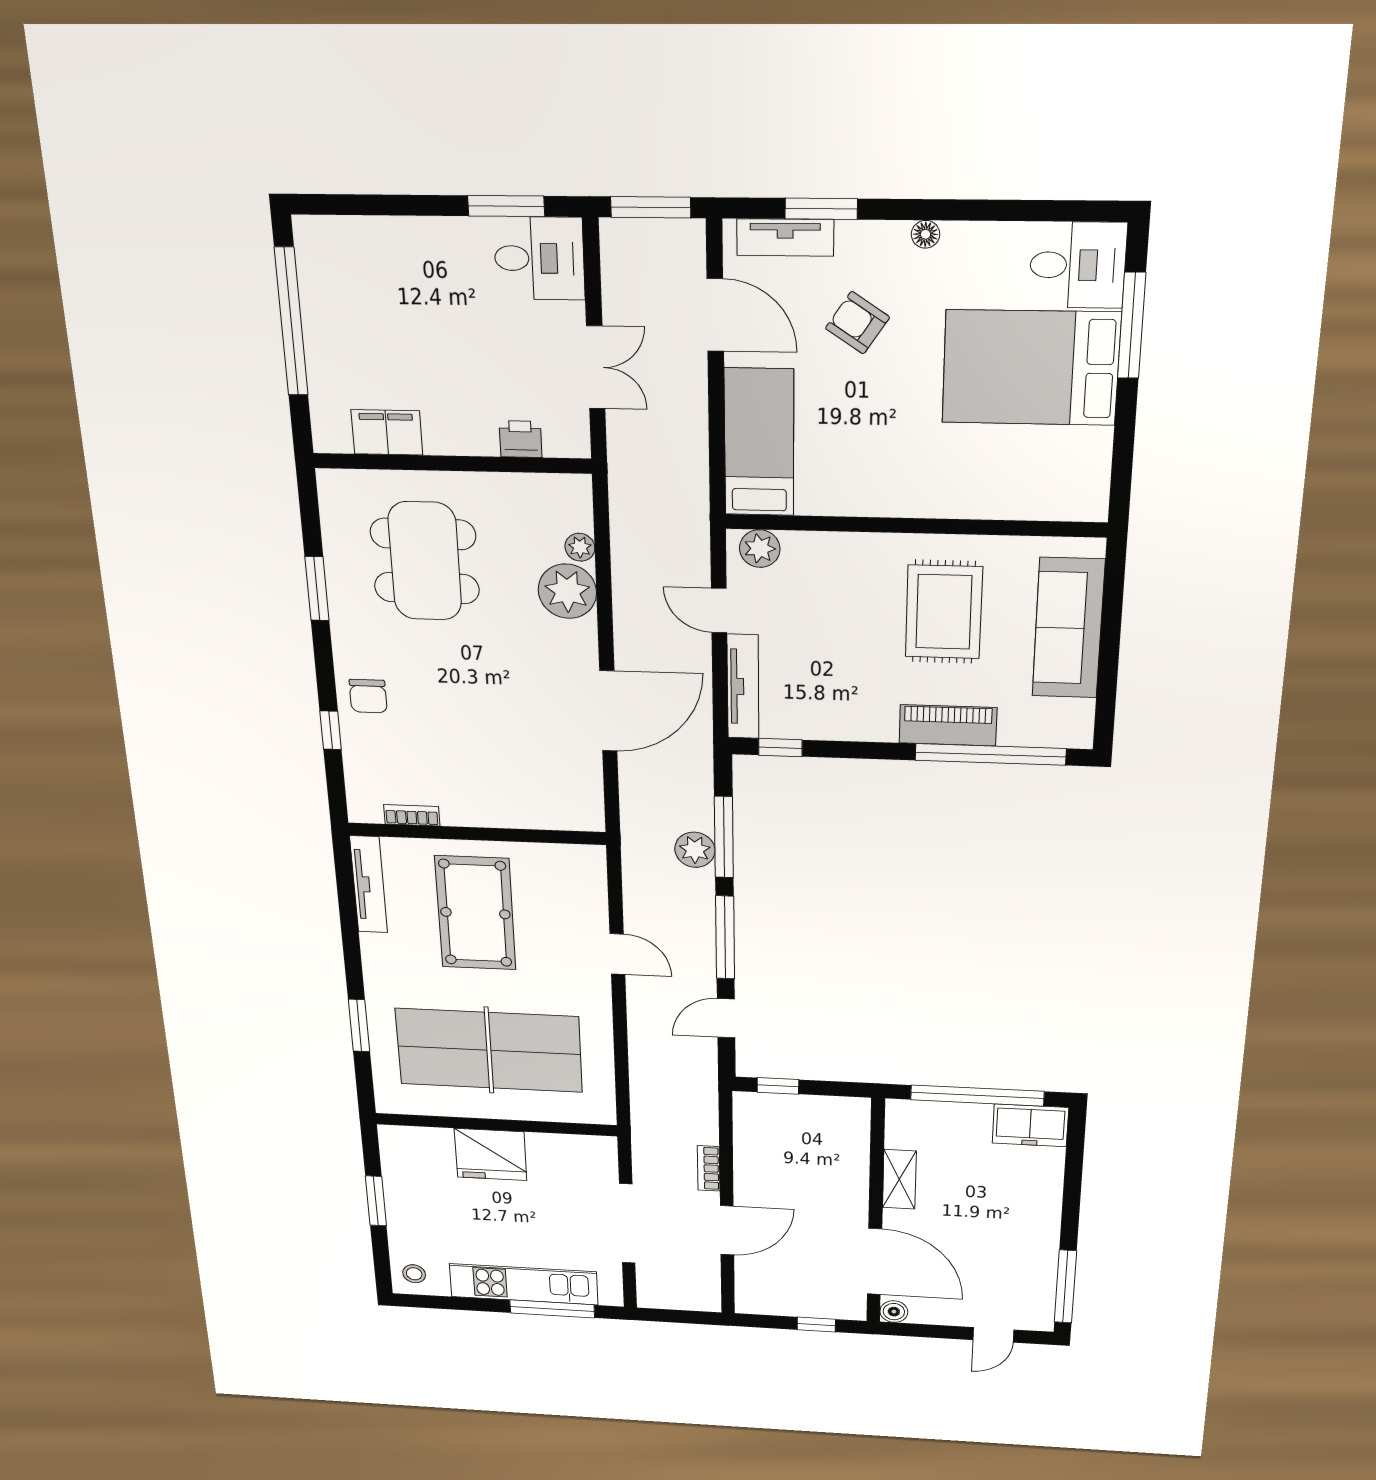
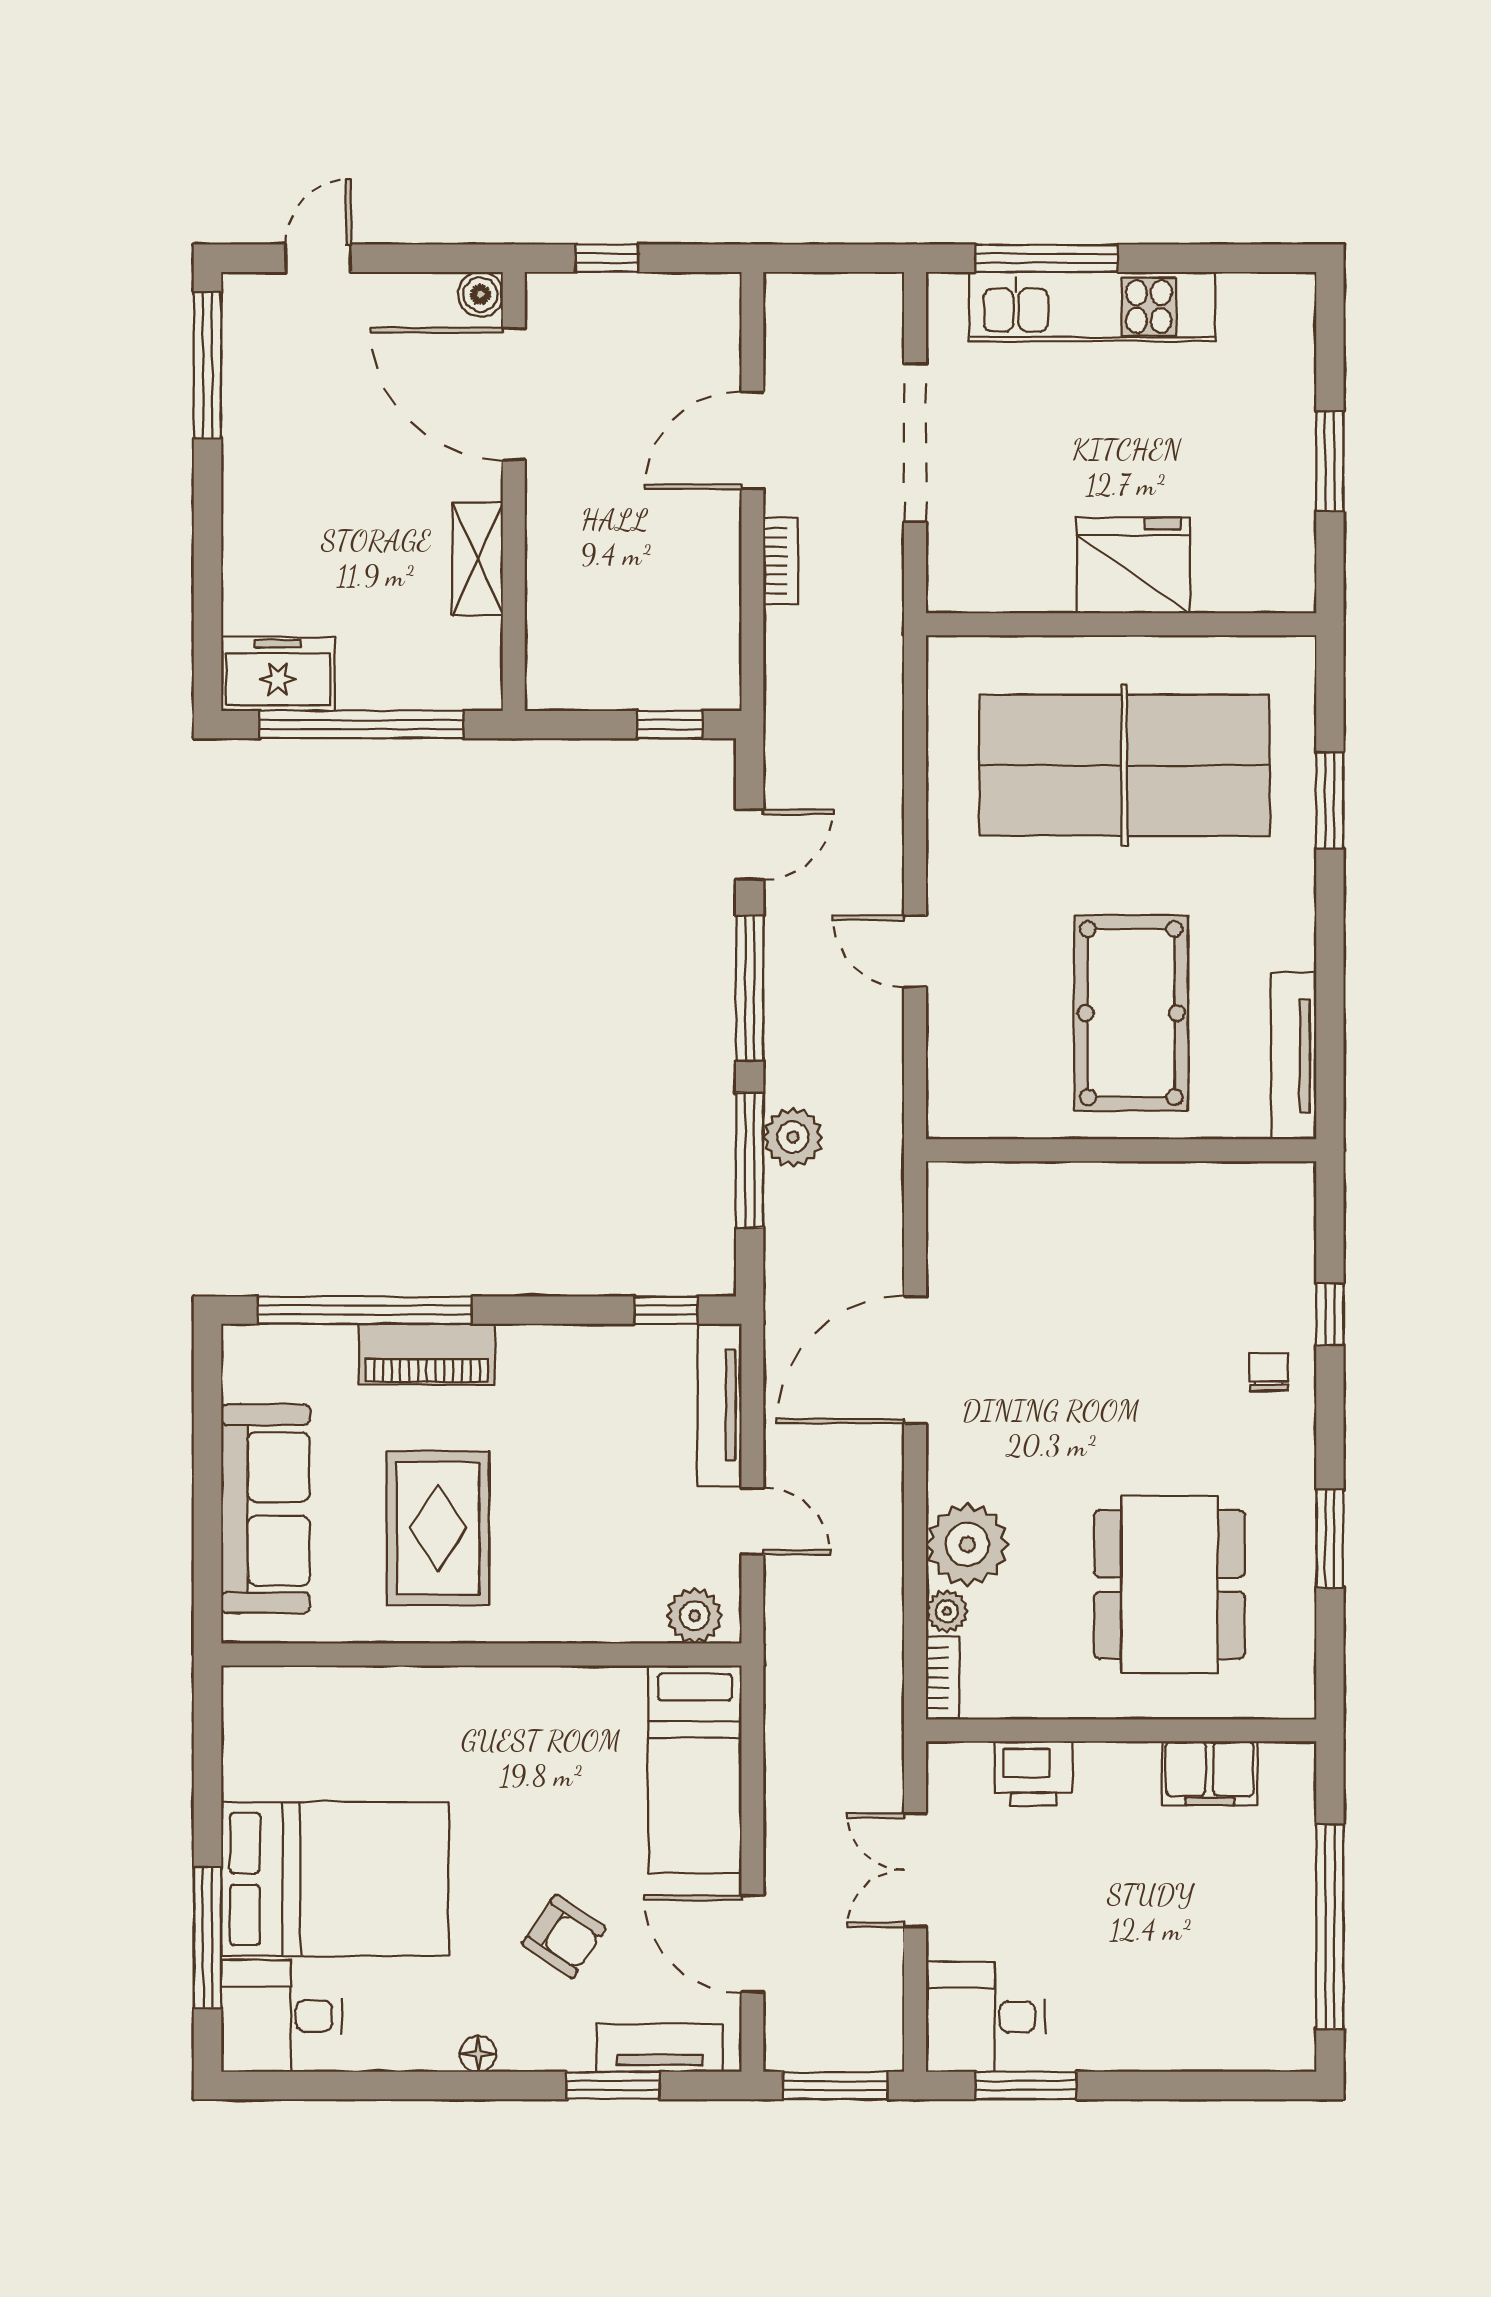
printer: (521, 439) -> (1033, 1773), width x1.36, depth x1.24
chair: (368, 696) -> (1269, 1372), width x0.73, depth x0.73
bookcase: (412, 815) -> (942, 1678), moved, turned -90
stool: (414, 1274) -> (1277, 315), removed

